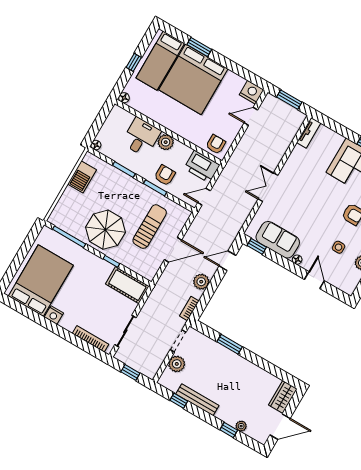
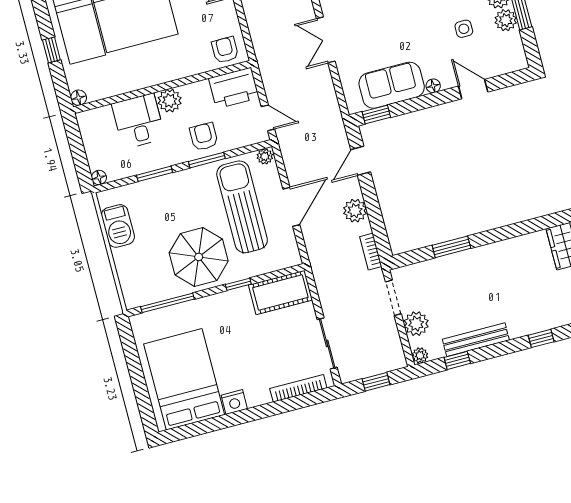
door: (204, 197) -> (268, 118), swing flipped
plant: (184, 213) -> (265, 156), added
sun lounger: (150, 227) -> (242, 207), width x1.36, depth x1.34
plant: (241, 426) -> (420, 355), moved

